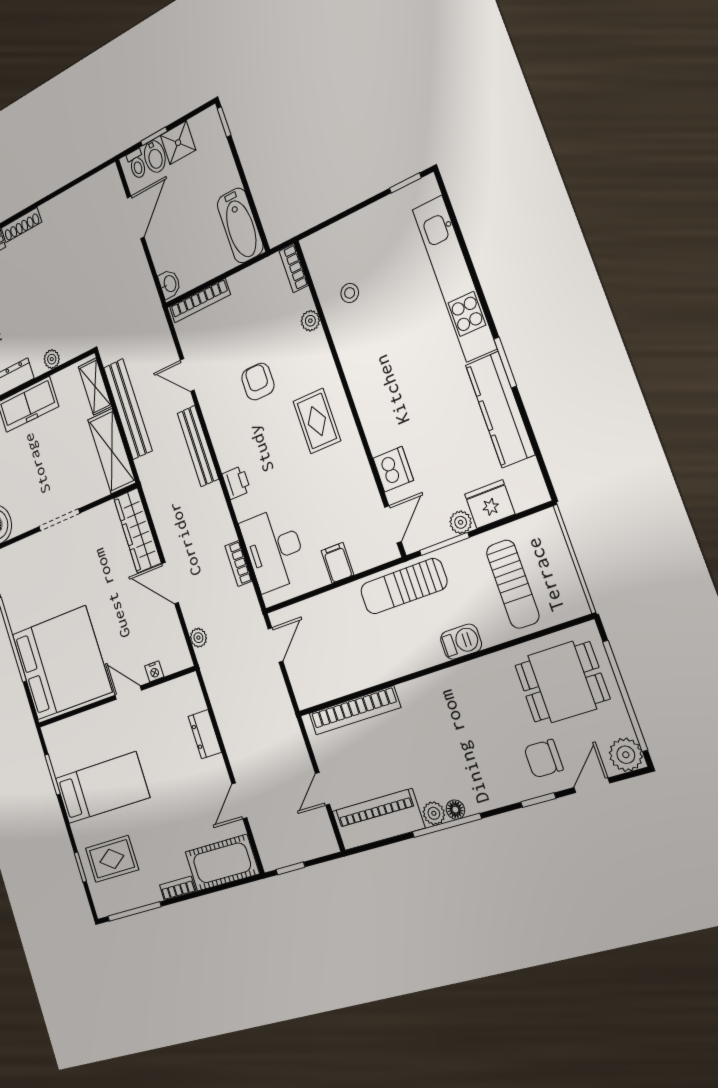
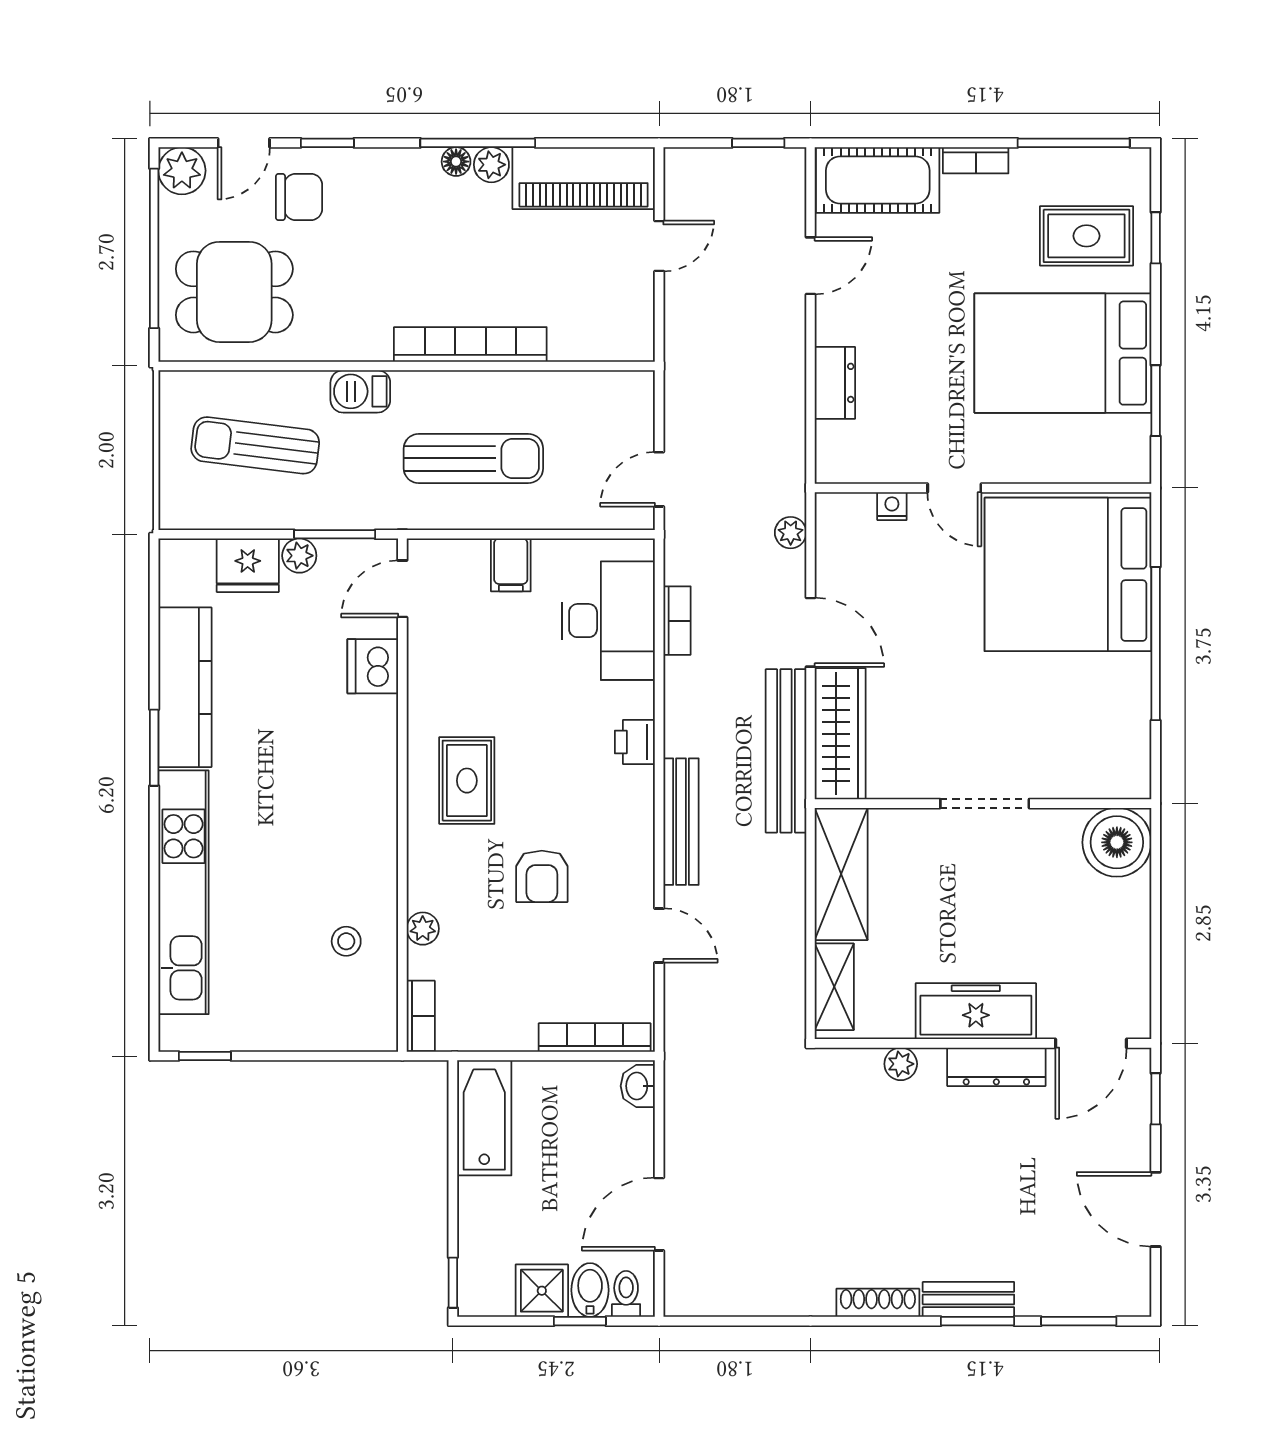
bench: (128, 409) -> (786, 751), moved
sun lounger: (513, 584) -> (255, 445), turned -83
sun lounger: (404, 586) -> (473, 458), moved
bookcase: (355, 711) -> (470, 344), moved
bed: (102, 788) -> (1063, 353), width x1.50

